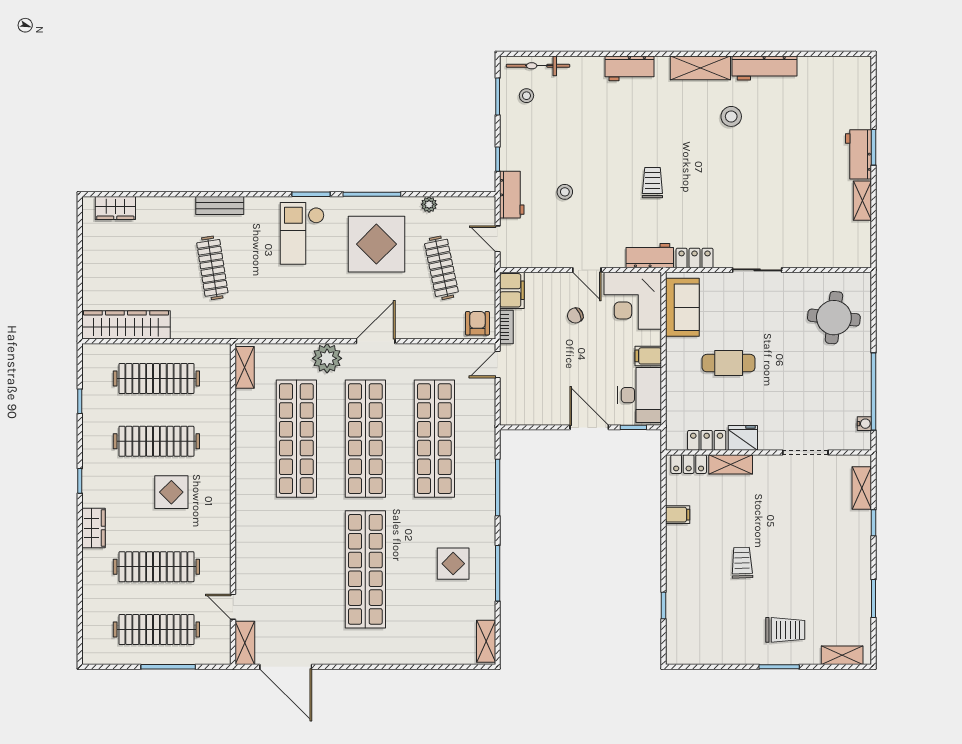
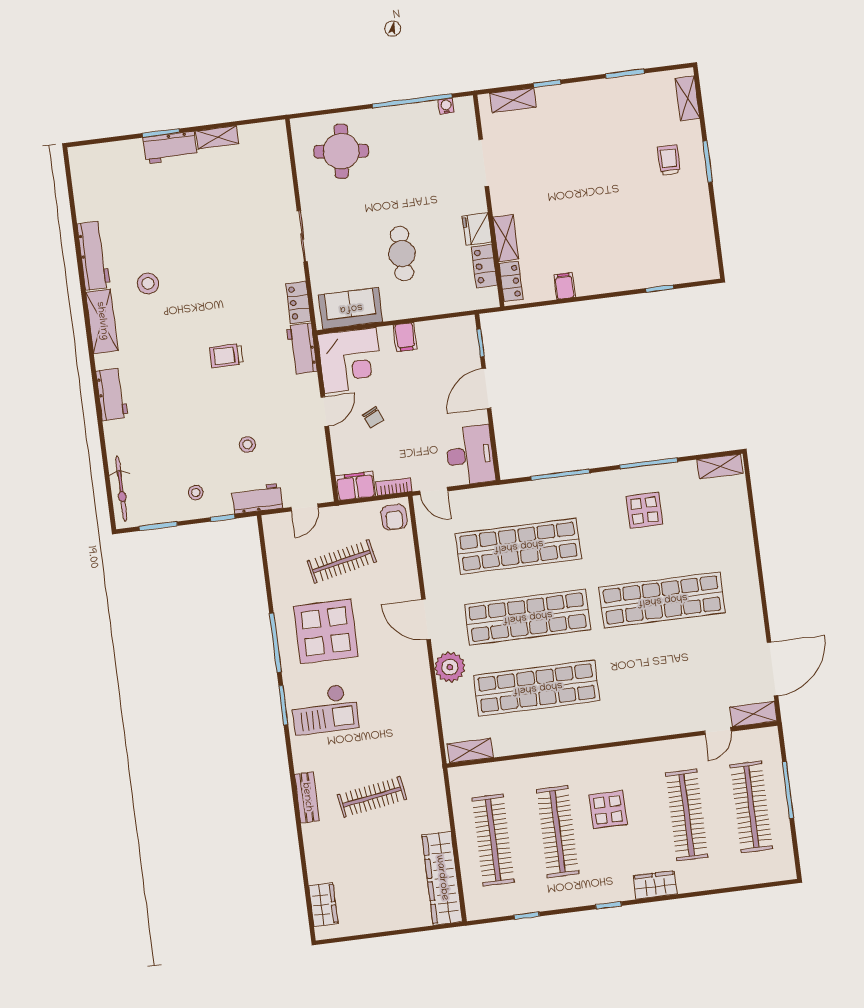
stool: (526, 96) -> (196, 493), moved
plant: (429, 204) -> (278, 583), removed
armchair: (477, 323) -> (394, 517), turned -90
desk: (640, 395) -> (470, 455), moved, turned 90
trolley: (742, 563) -> (605, 213), removed
trolley: (785, 630) -> (669, 160), width x0.73, depth x0.72

